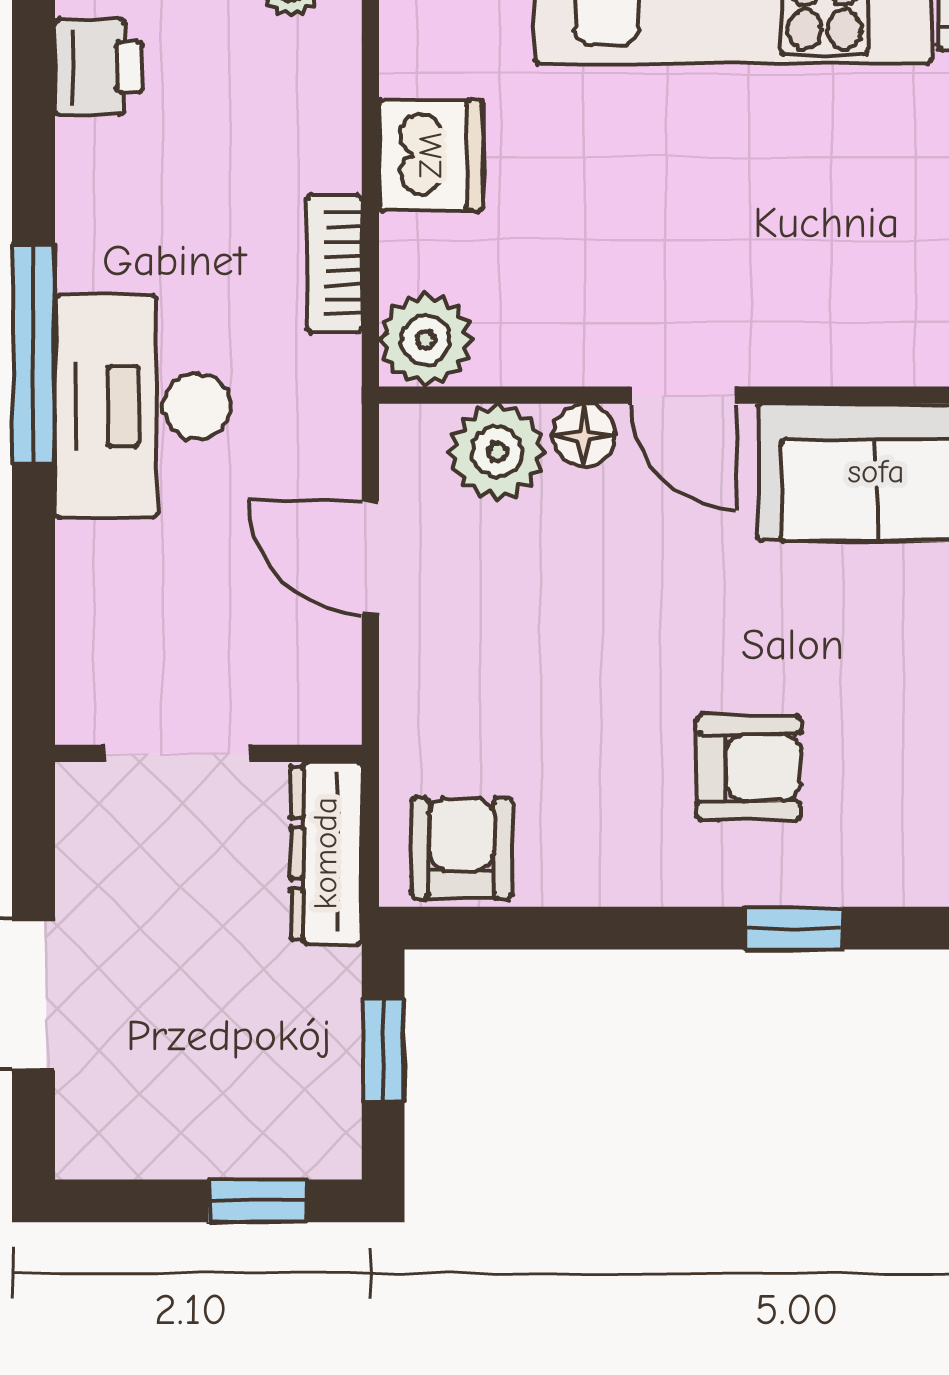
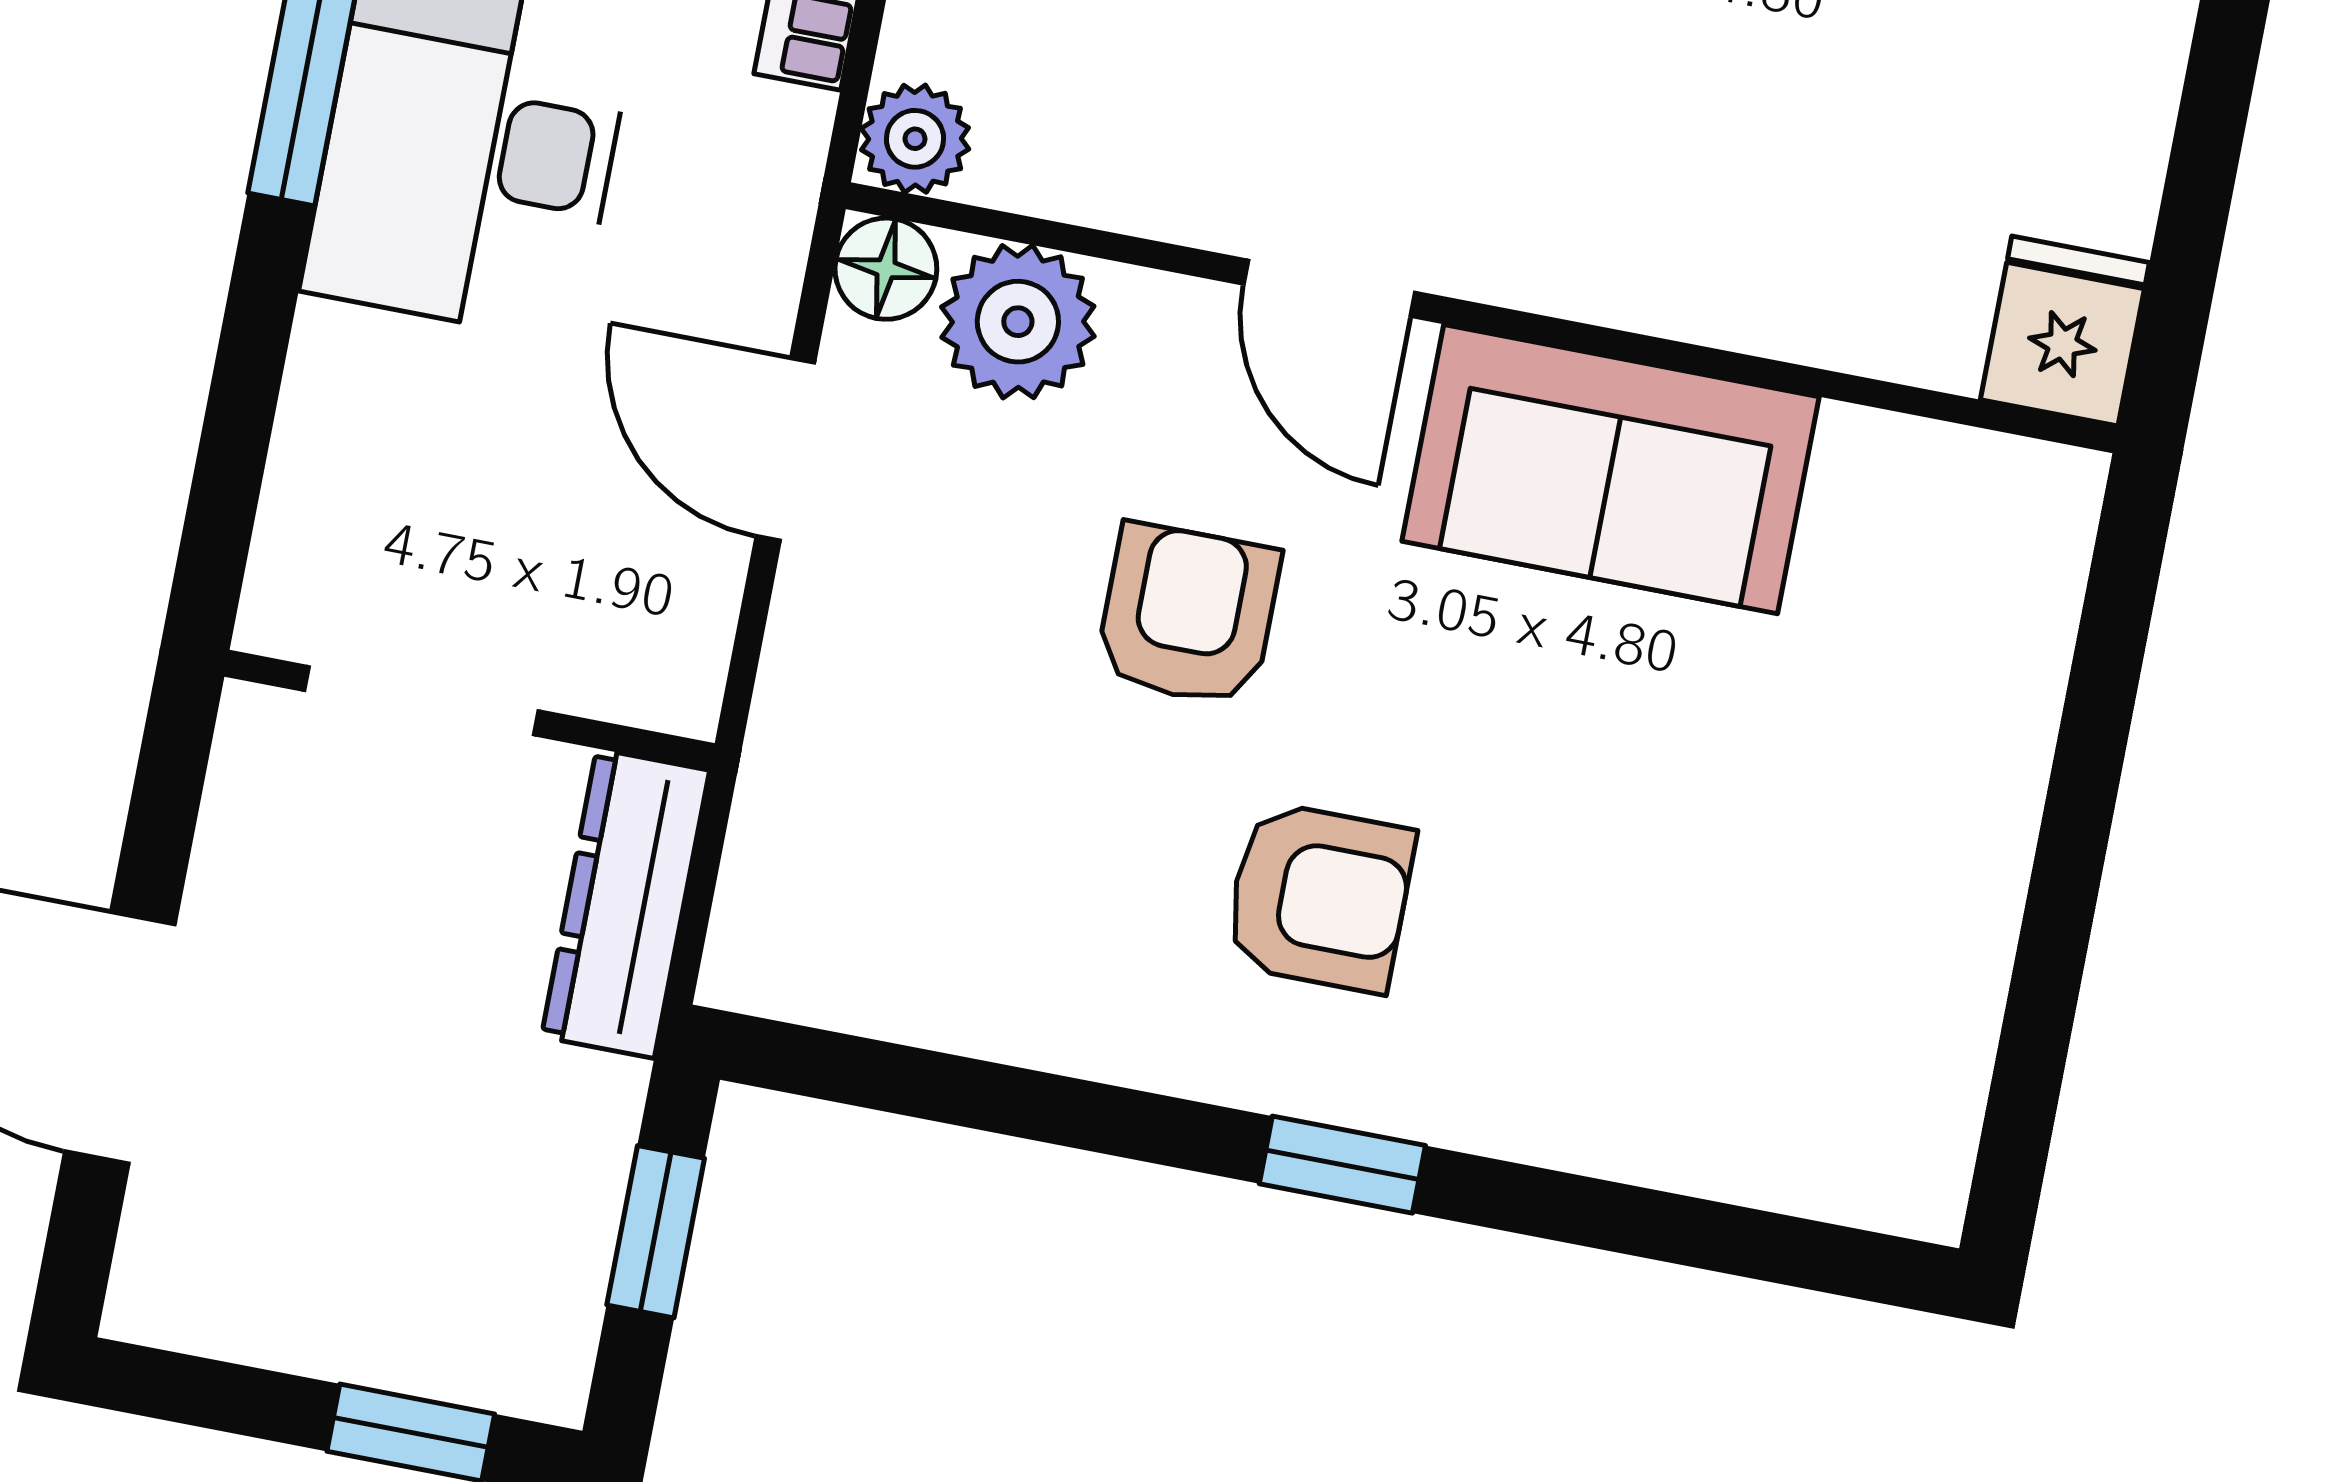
plant: (426, 340) -> (915, 139), width x0.73, depth x0.73
floor lamp: (584, 435) -> (886, 269), moved
armchair: (462, 848) -> (1188, 615), moved

